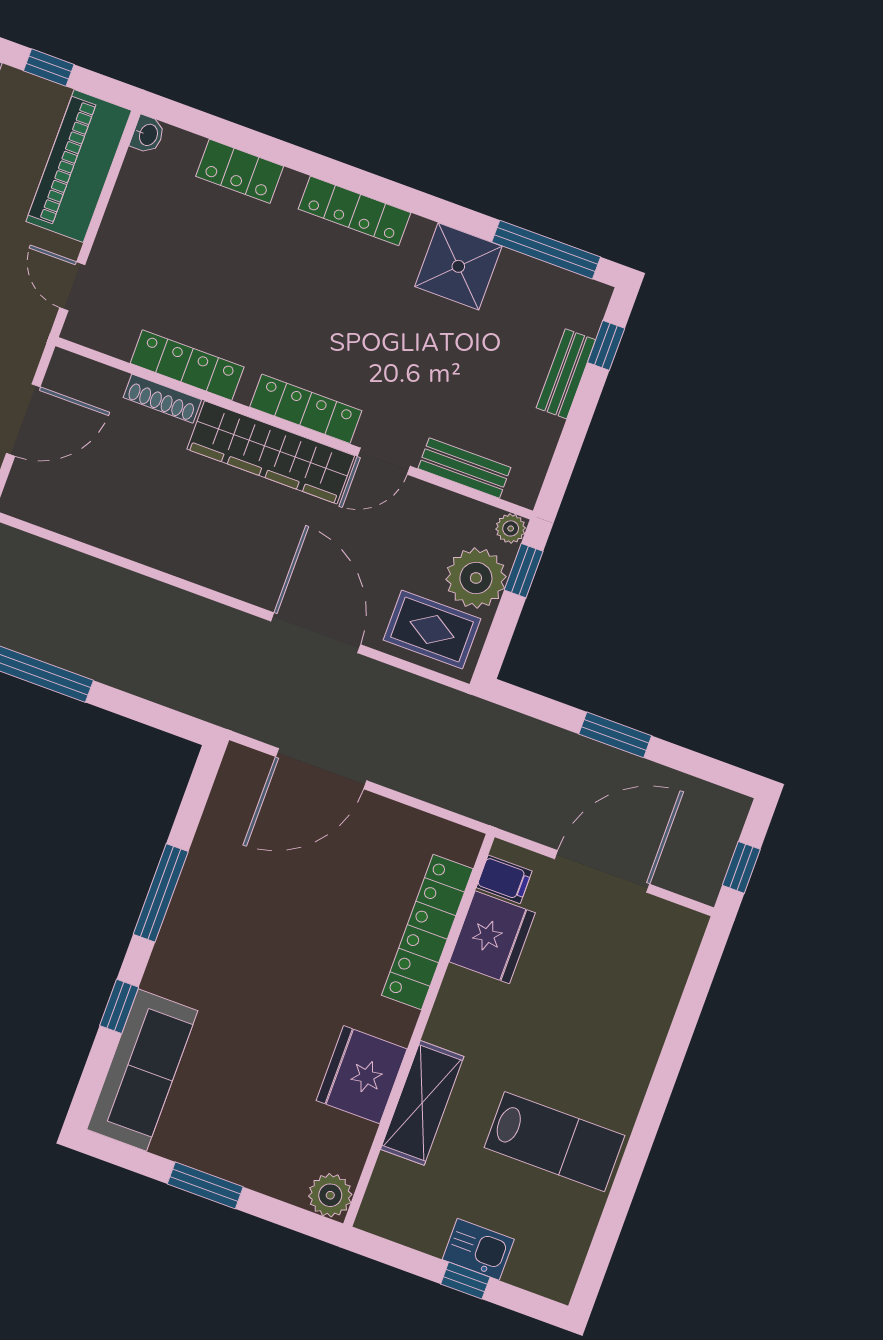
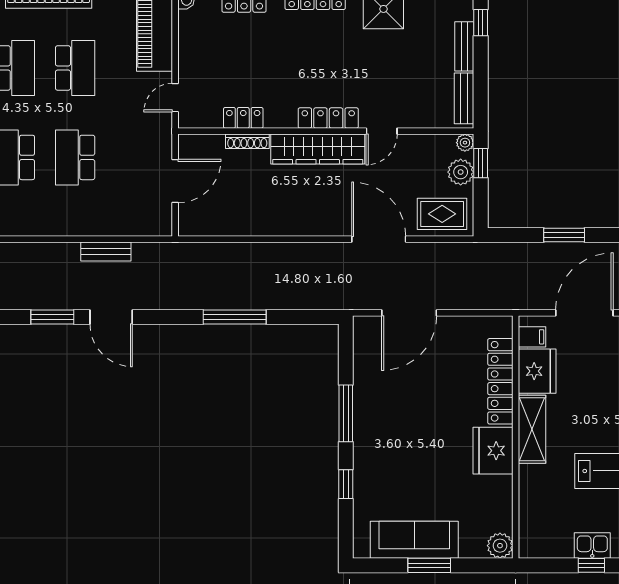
door: (72, 286) -> (175, 98), hinge flipped
locker: (187, 365) -> (243, 118), width x0.66
bench: (464, 468) -> (464, 98), moved, turned 90
plant: (476, 578) -> (461, 172), width x0.73, depth x0.73
sofa: (142, 1070) -> (414, 540), moved, turned -90
fridge: (362, 1075) -> (493, 451), moved
shelving: (422, 1103) -> (532, 429), moved

